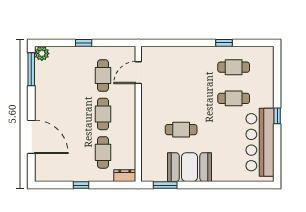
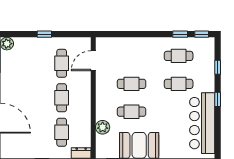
window: (224, 43) -> (180, 34), moved
window: (259, 43) -> (202, 34), added
window: (277, 80) -> (218, 67), added
cafe table: (181, 98) -> (132, 84), added
plant: (149, 147) -> (103, 127), added

